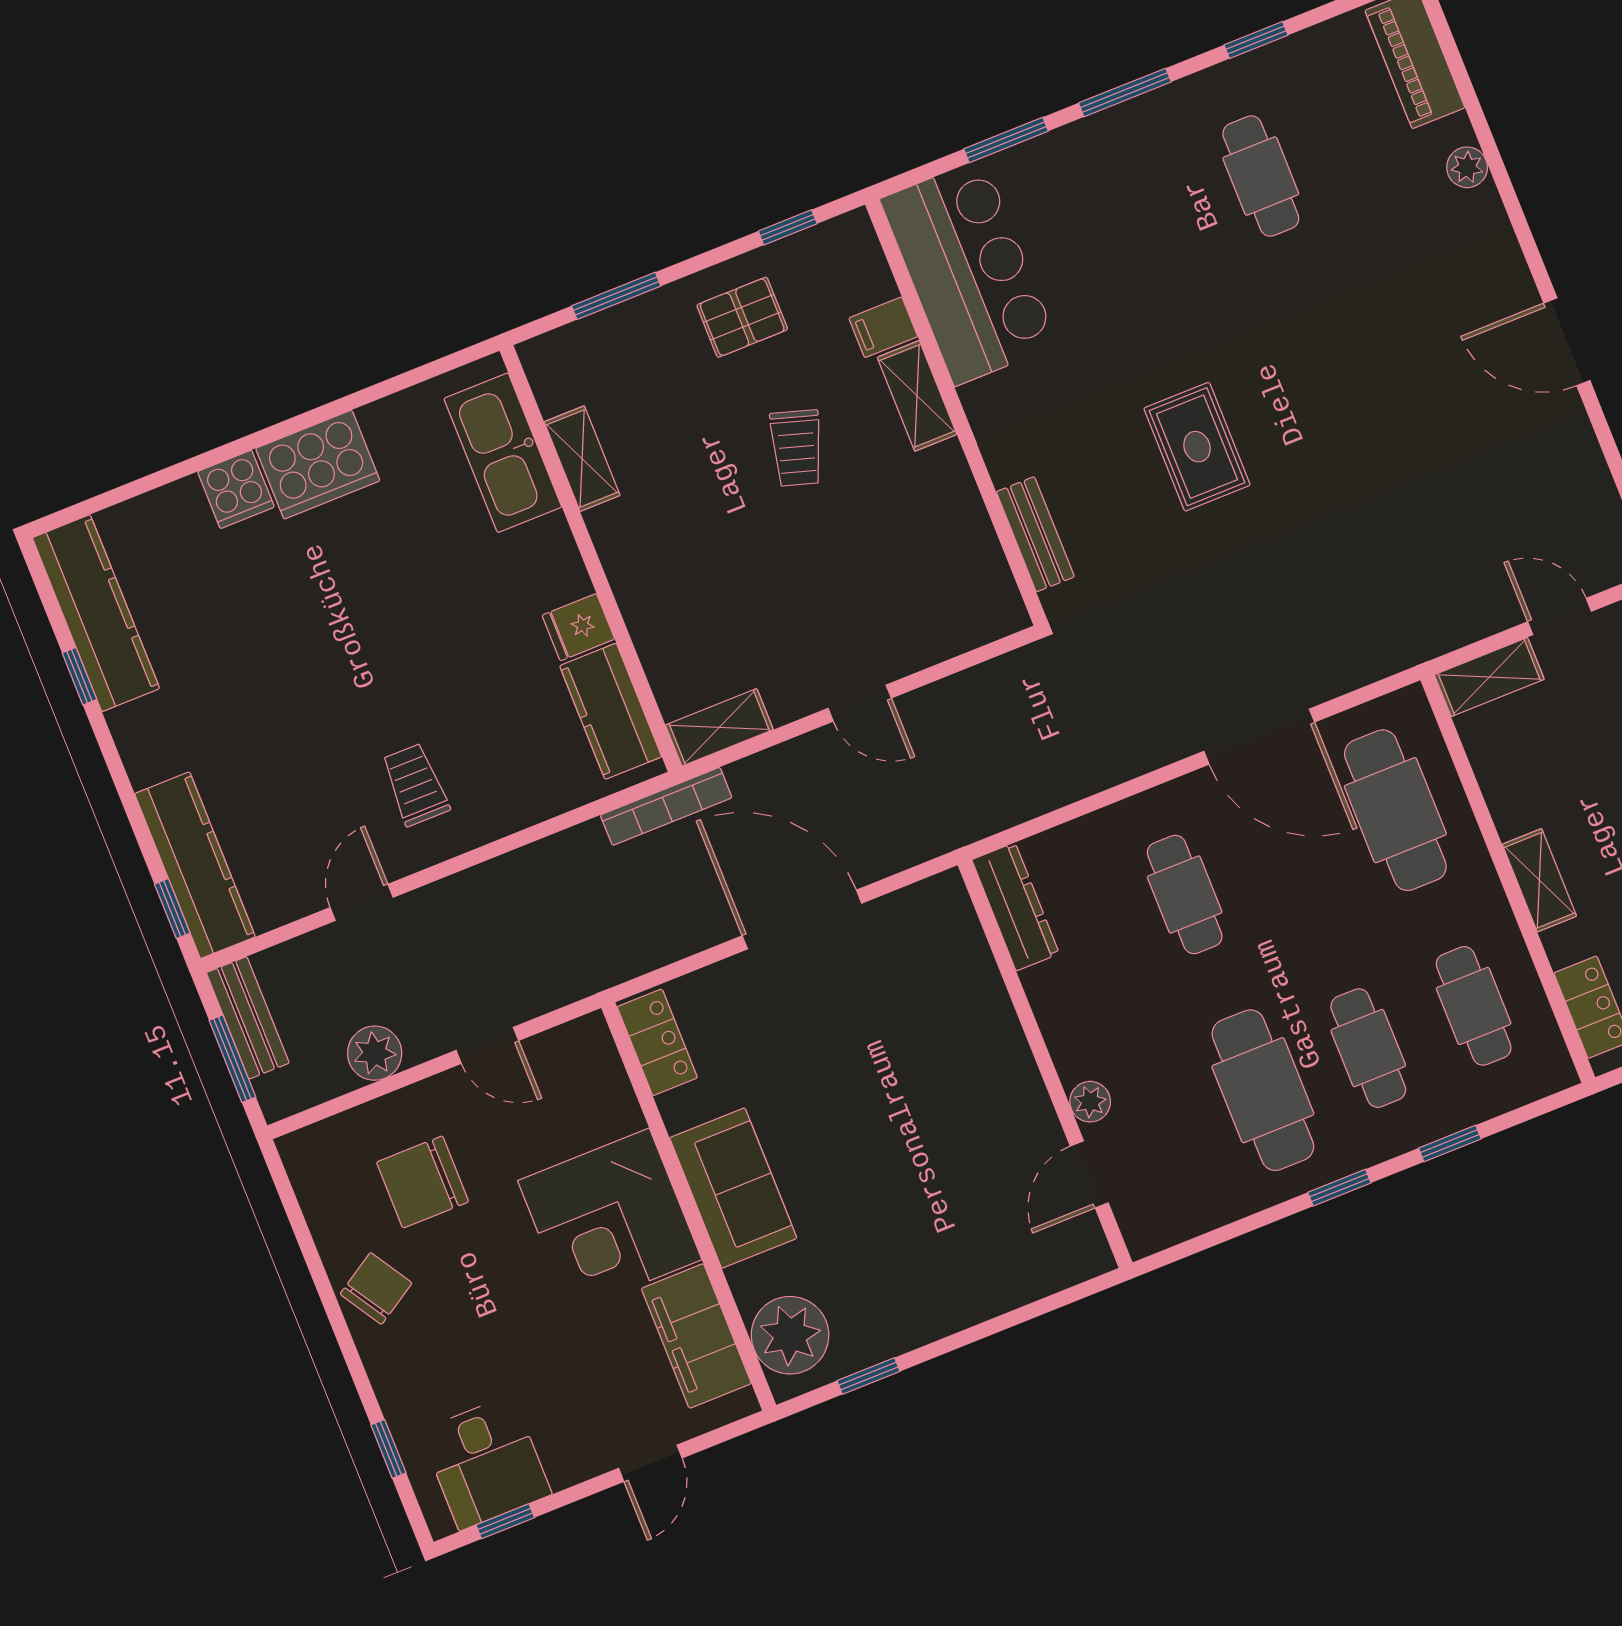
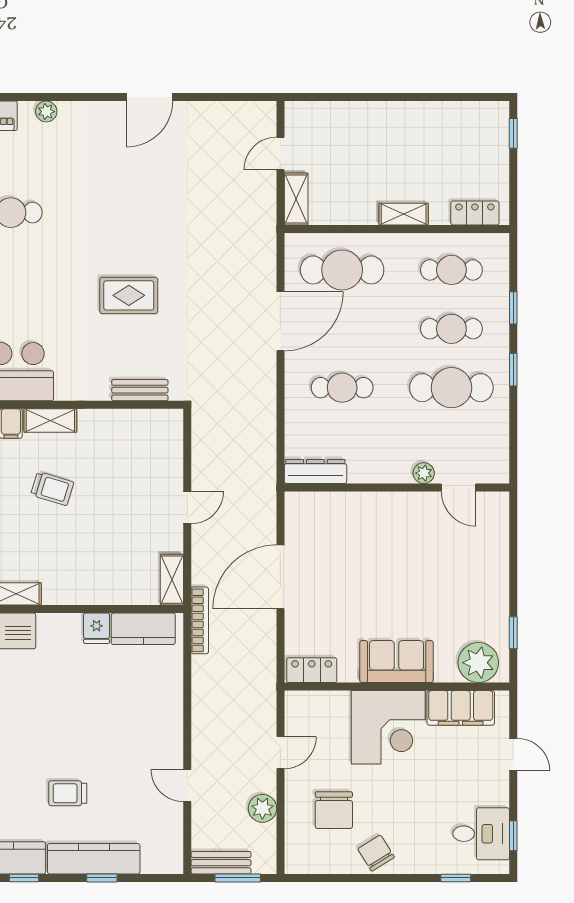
trolley: (415, 785) -> (68, 793), moved
kitchen counter: (195, 865) -> (94, 859), moved
window: (172, 909) -> (102, 878), moved

